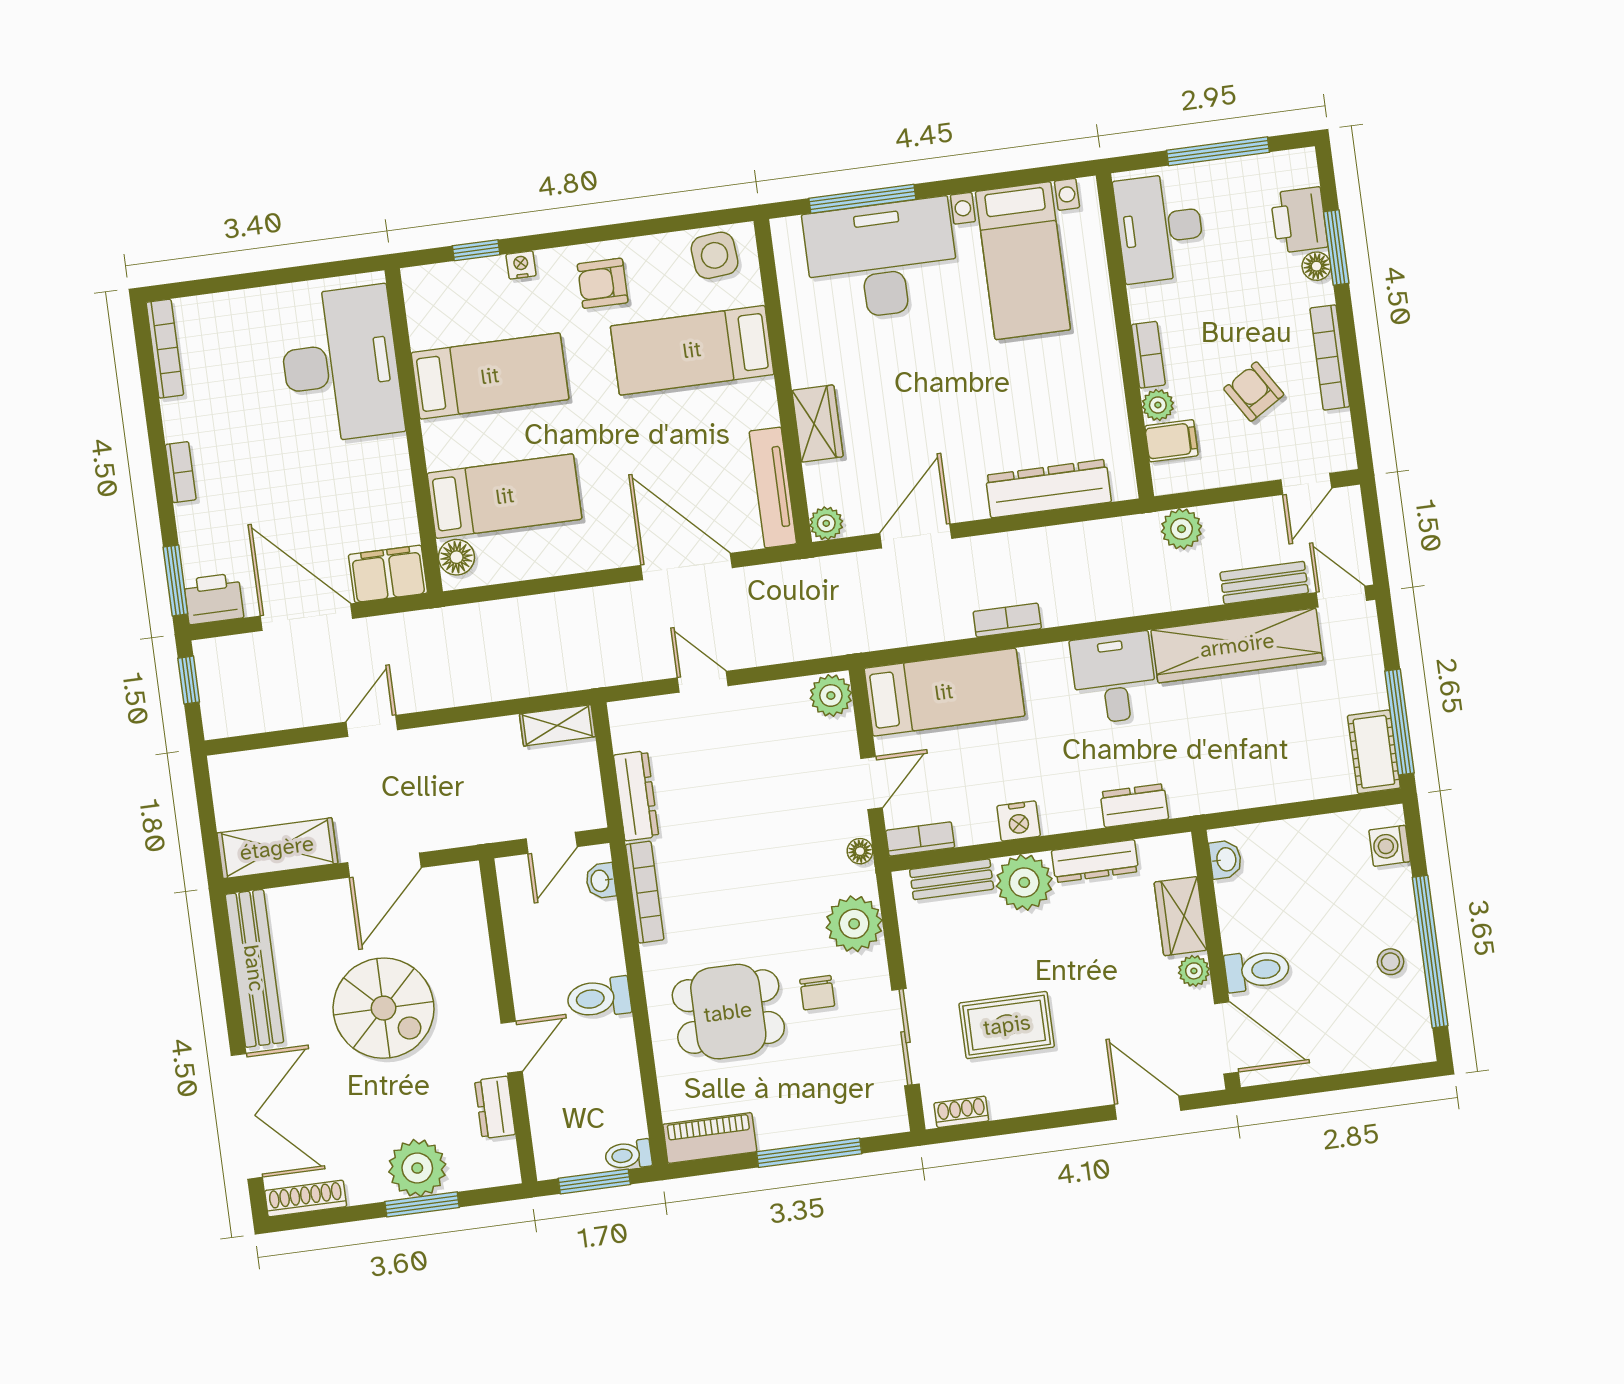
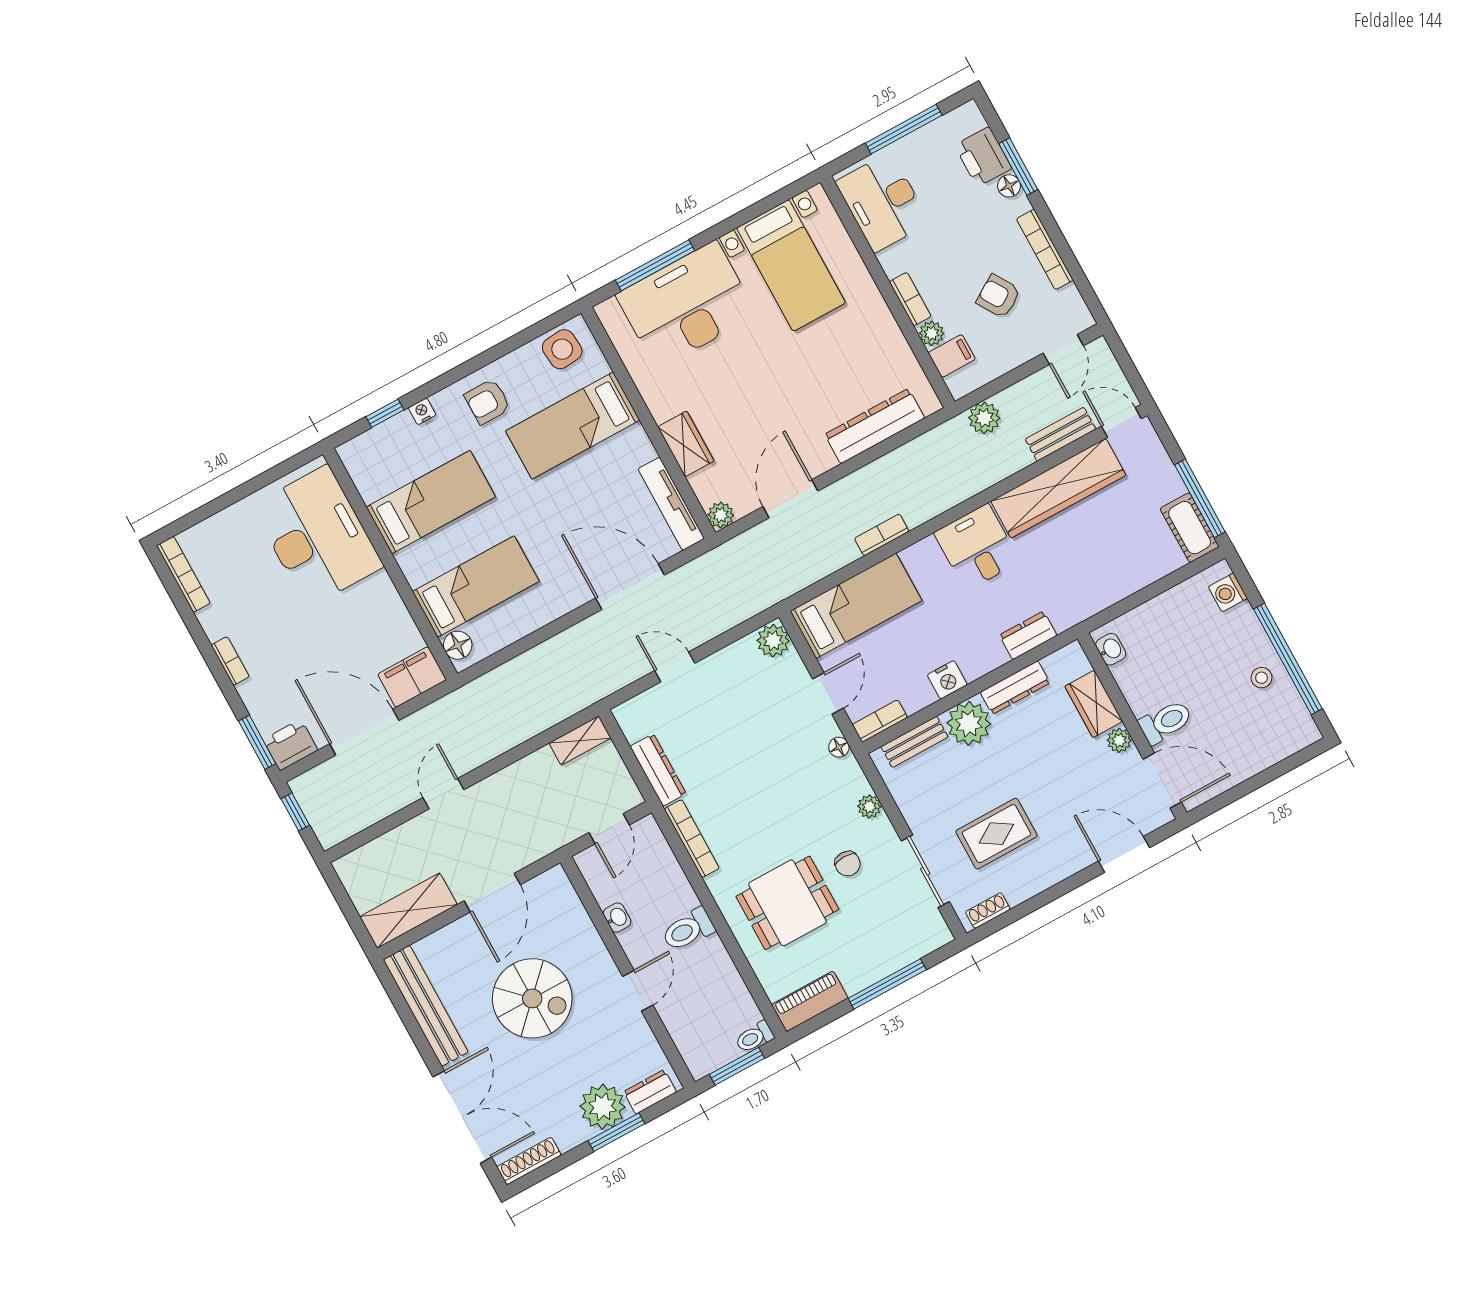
washbasin: (601, 881) -> (617, 918), moved, turned 180
plant: (854, 924) -> (869, 806), width x0.53, depth x0.53
dresser: (495, 1107) -> (650, 1092), moved, turned 90

